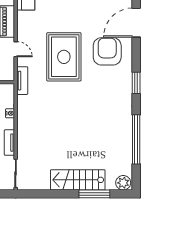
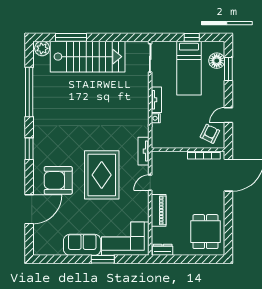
door: (16, 49) -> (150, 183), hinge flipped
armchair: (107, 51) -> (58, 180), turned 90
tv unit: (9, 143) -> (156, 100), moved
stairs: (78, 180) -> (88, 57), width x1.36, depth x1.51

